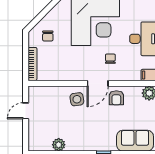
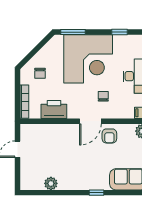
printer: (62, 72) -> (54, 110), added
side table: (77, 99) -> (69, 137), removed

